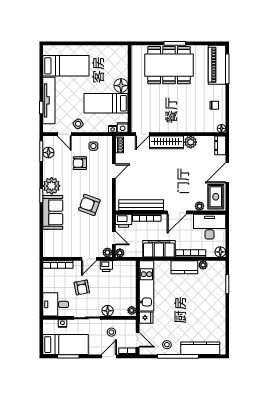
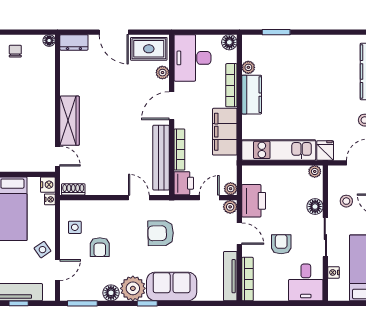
plant: (191, 142) -> (69, 86), removed
floor lamp: (48, 153) -> (111, 293), moved
door: (114, 171) -> (139, 198), moved
armchair: (89, 205) -> (161, 233), turned 69
door: (177, 212) -> (172, 106), swing flipped
tv unit: (60, 253) -> (230, 276), added
printer: (106, 266) -> (254, 201), width x1.87, depth x1.48
armchair: (82, 288) -> (281, 244), turned -79

